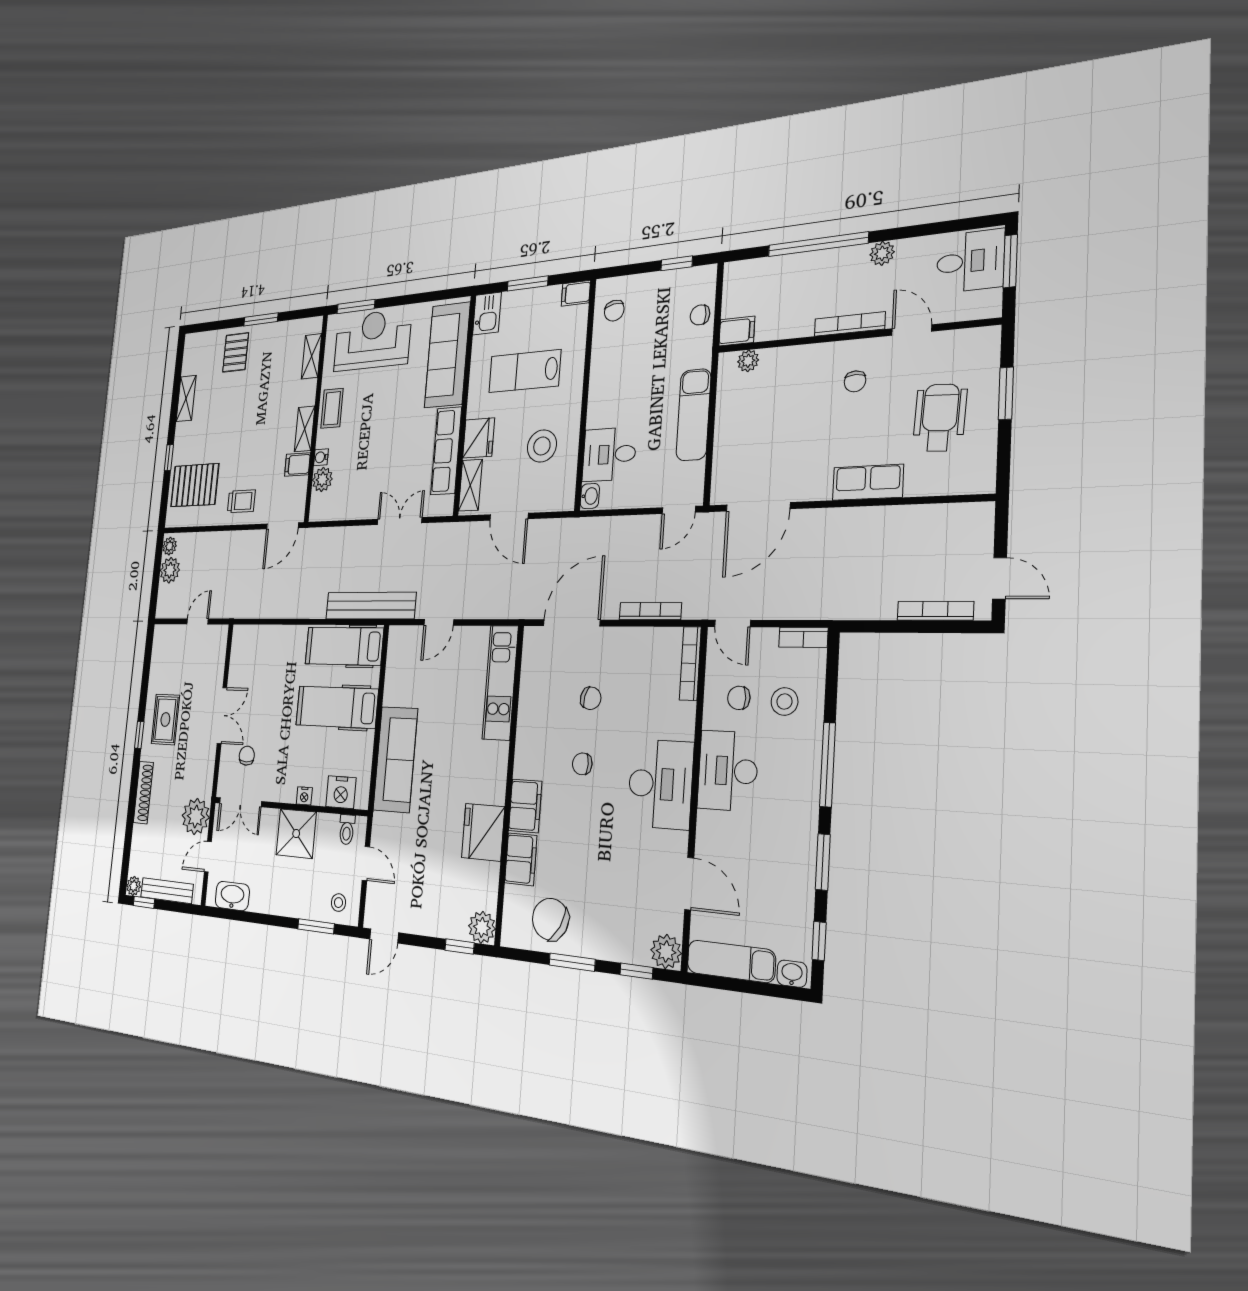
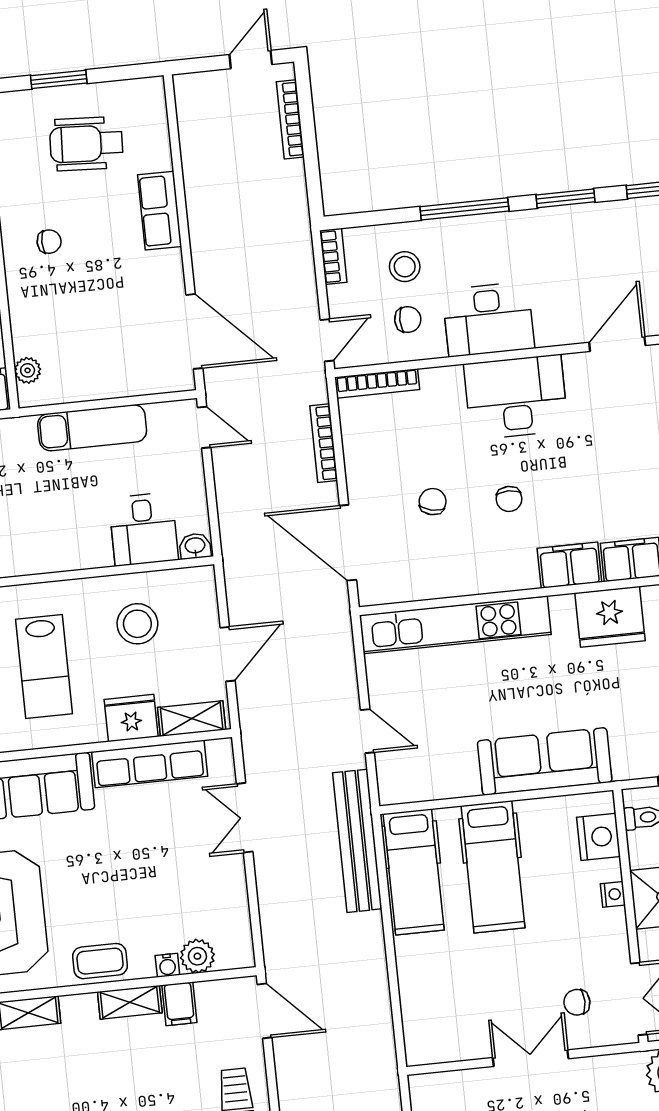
kitchen unit: (500, 683) -> (455, 625), width x1.36
chair: (739, 698) -> (408, 319), turned -90

